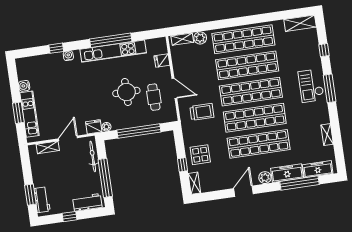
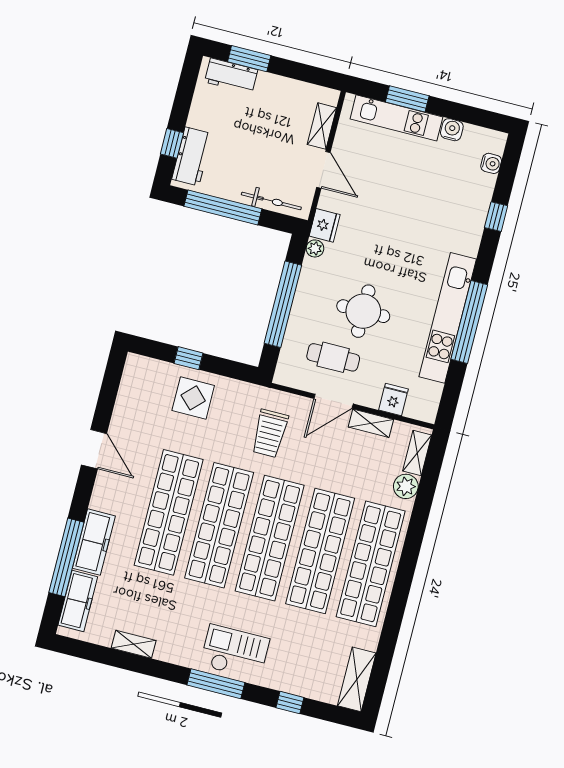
water cooler: (68, 56) -> (491, 163), moved
plant: (265, 178) -> (103, 498), removed
shelving: (194, 183) -> (371, 423), moved
window: (69, 217) -> (172, 143), moved

